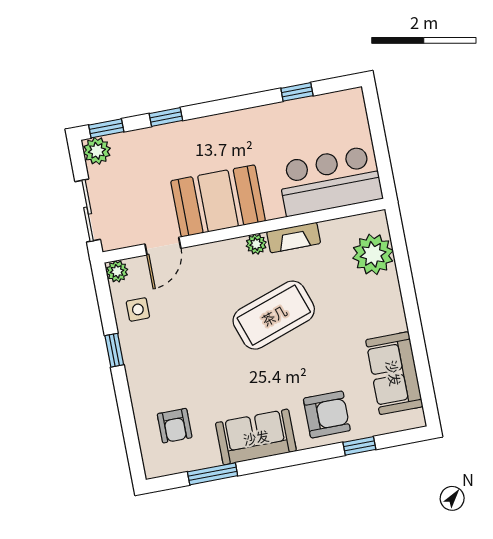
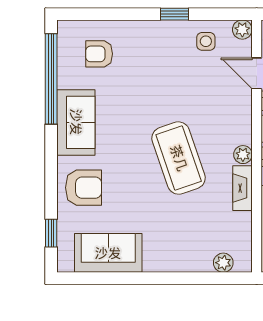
plant: (373, 254) -> (223, 263), width x0.53, depth x0.53
armchair: (327, 414) -> (84, 188), turned -90
window: (359, 446) -> (51, 233), moved
window: (213, 474) -> (51, 79), width x2.11

